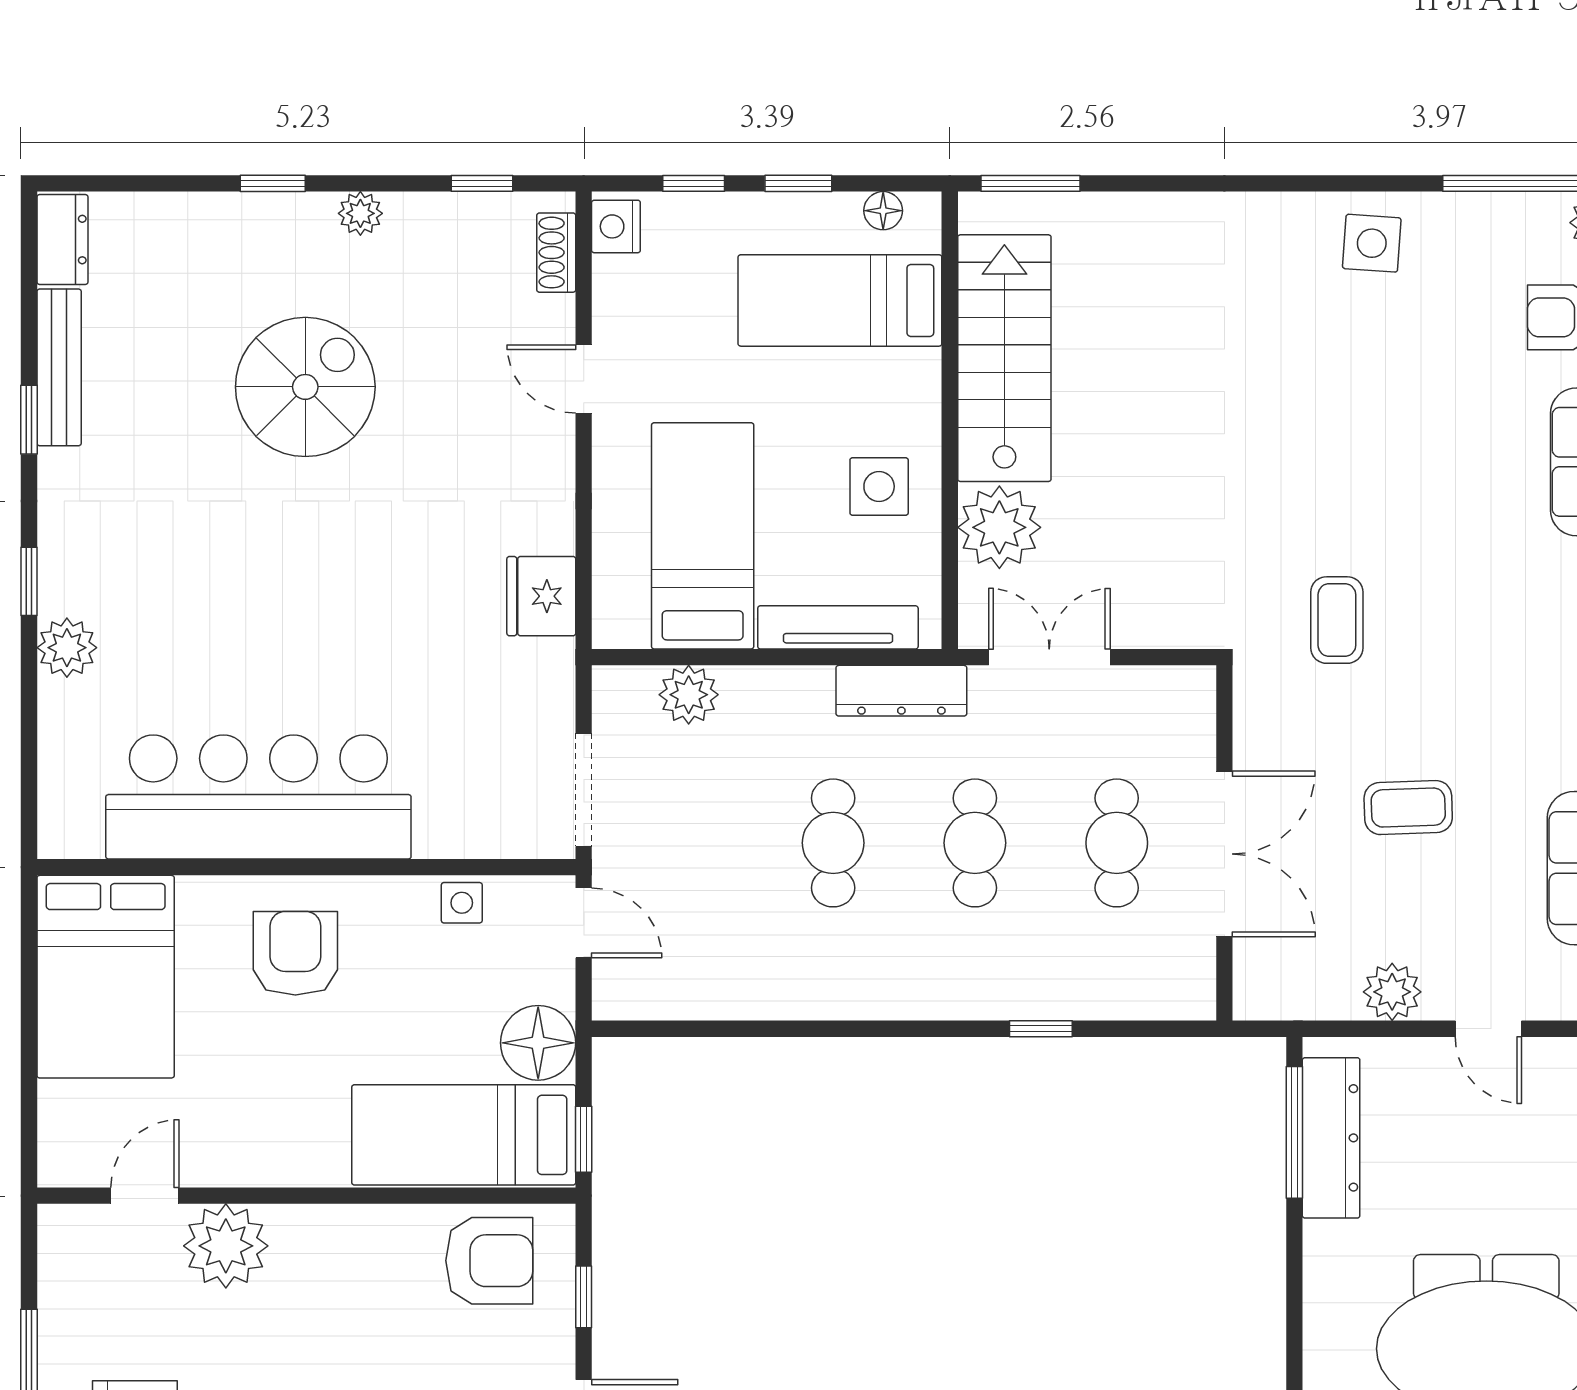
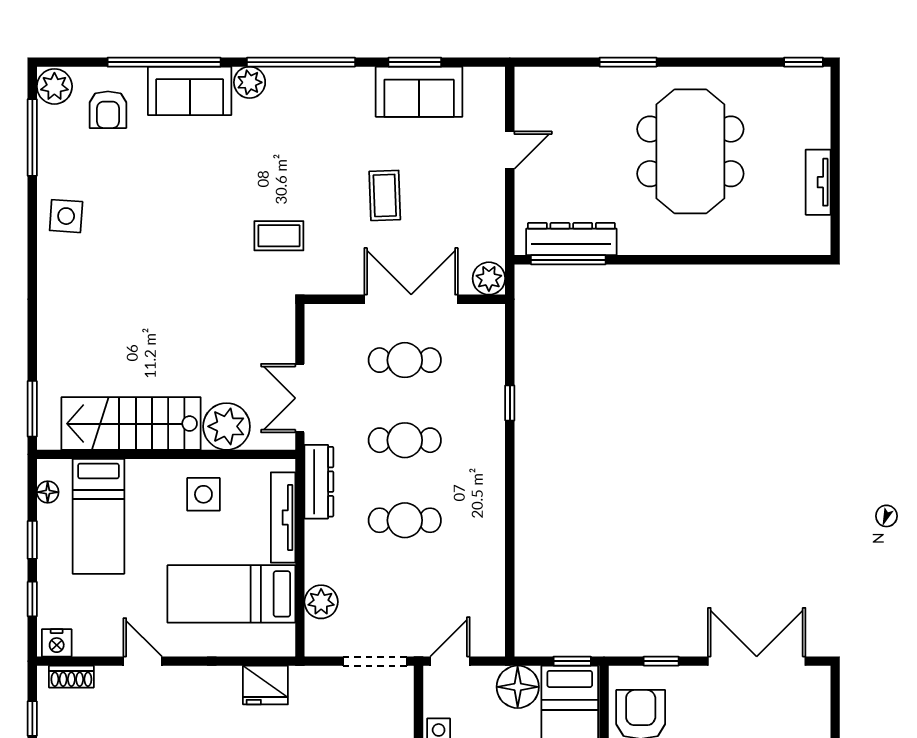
door: (584, 379) -> (143, 661), swing flipped
plant: (1392, 992) -> (489, 278), moved

